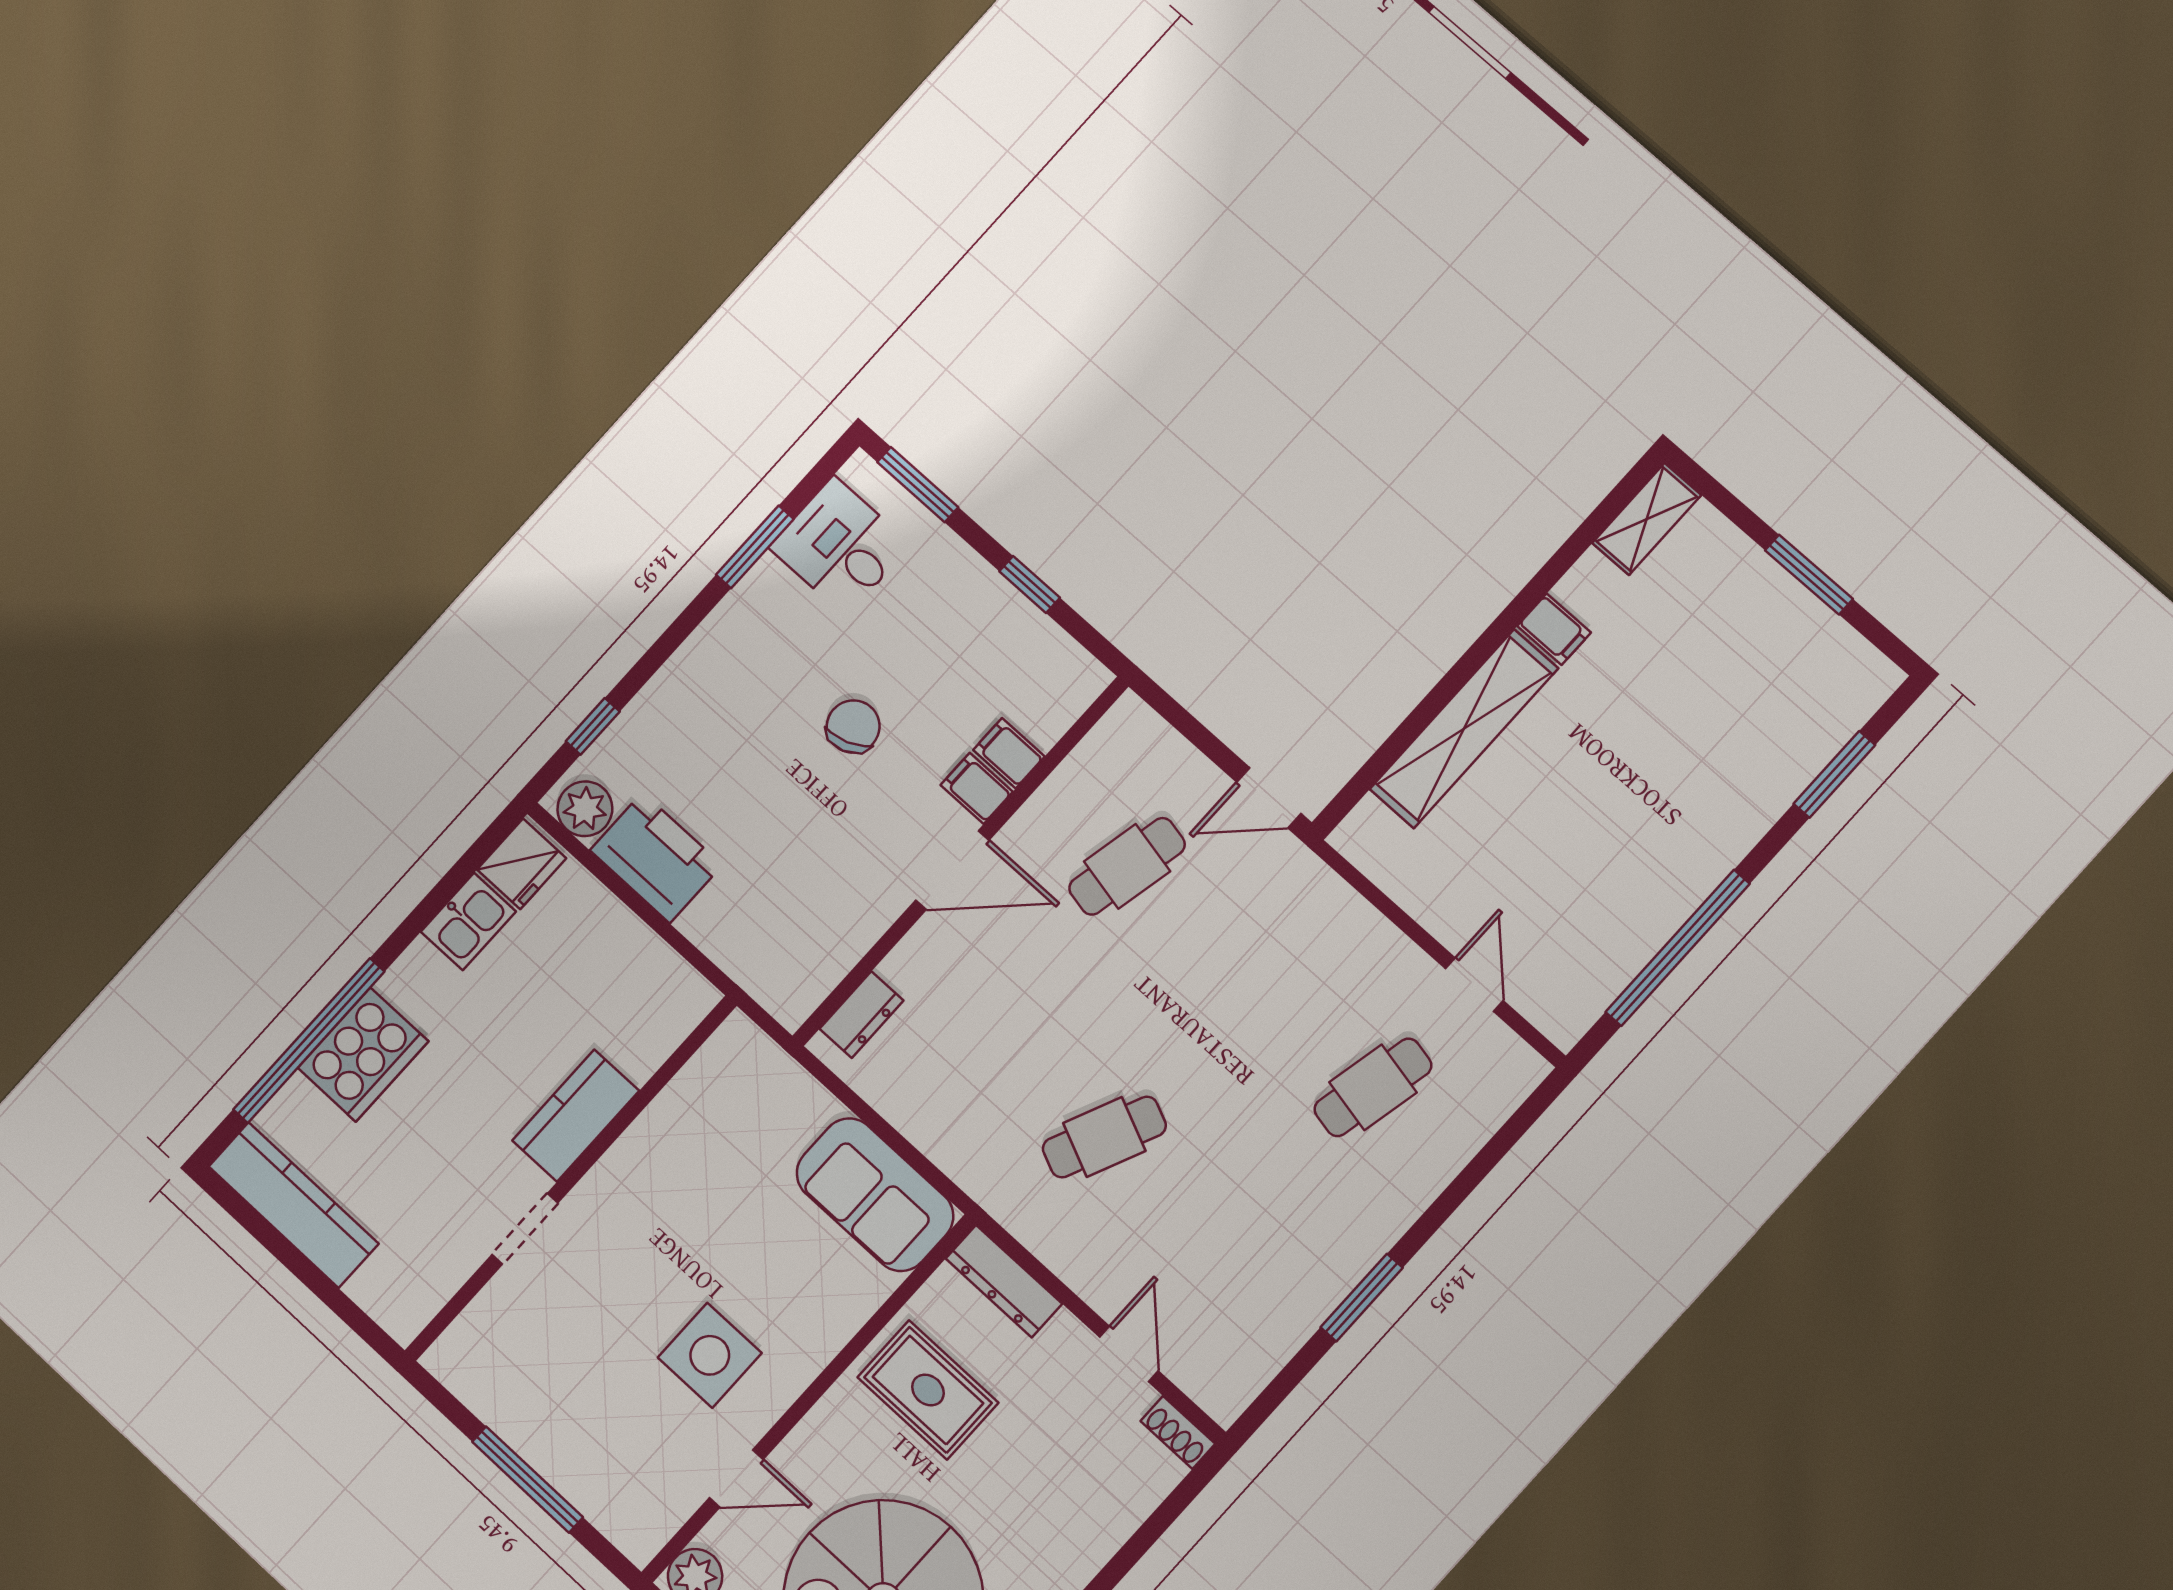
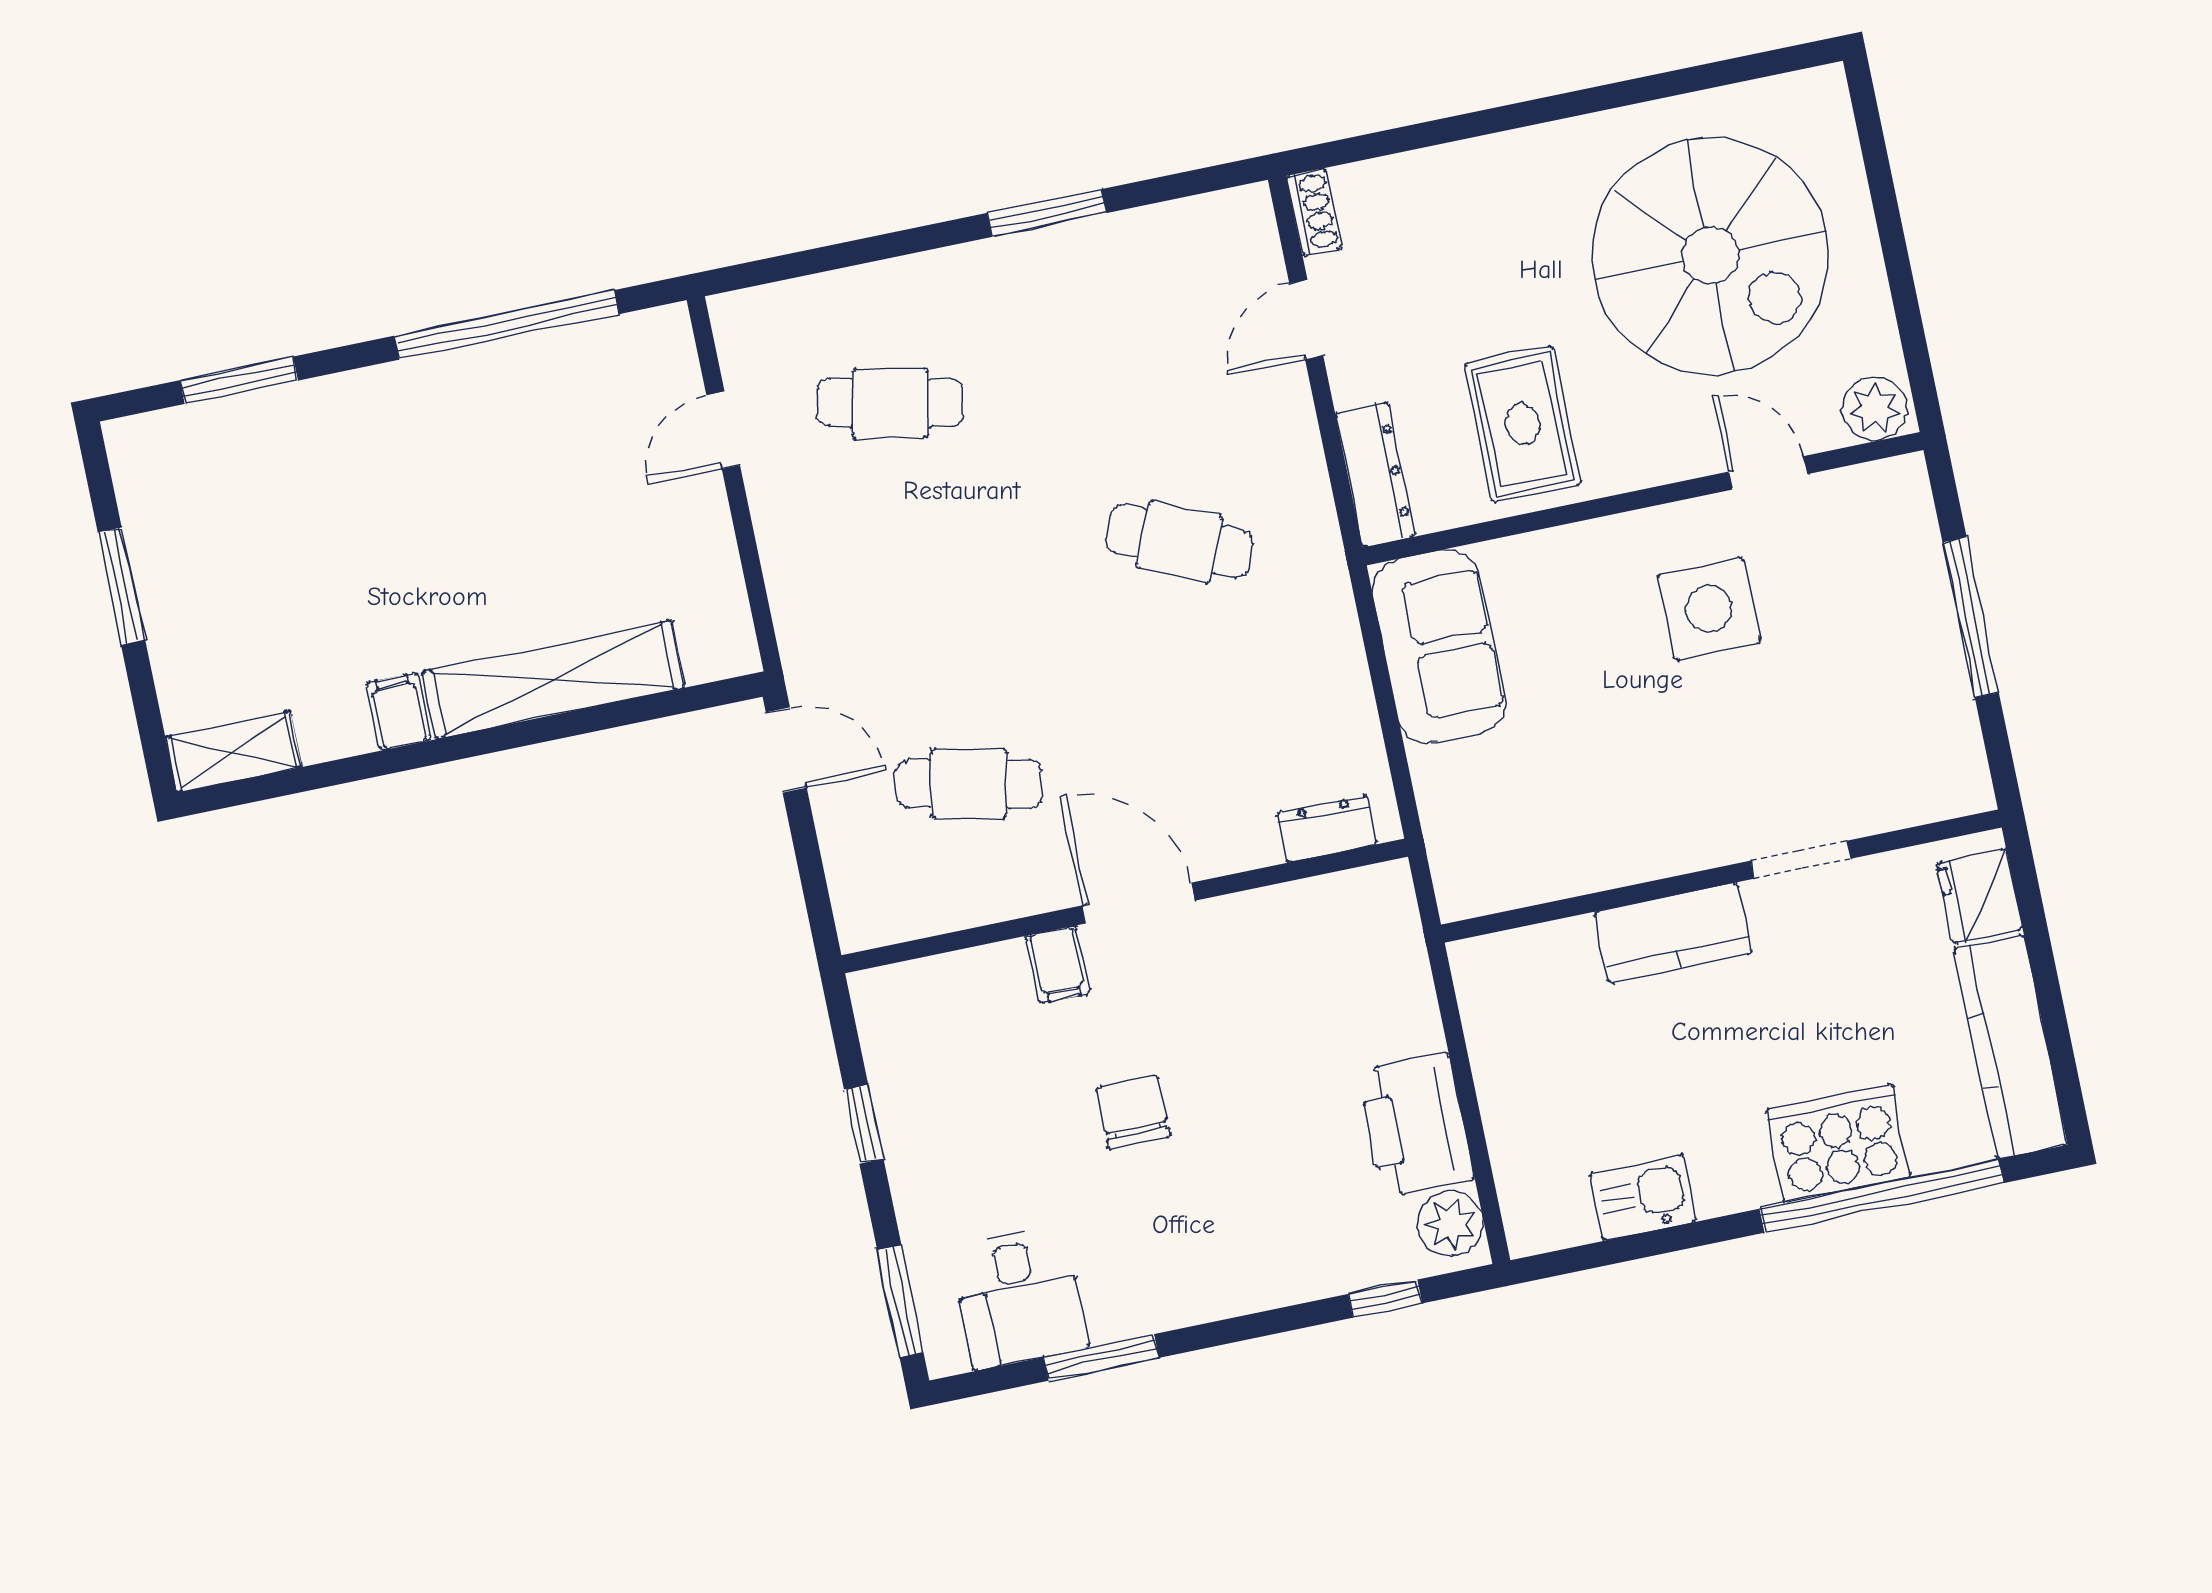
chair: (853, 727) -> (1133, 1112), turned 110
filing cabinet: (1009, 753) -> (1003, 976), removed
fridge: (522, 864) -> (1980, 896), moved, turned -90

